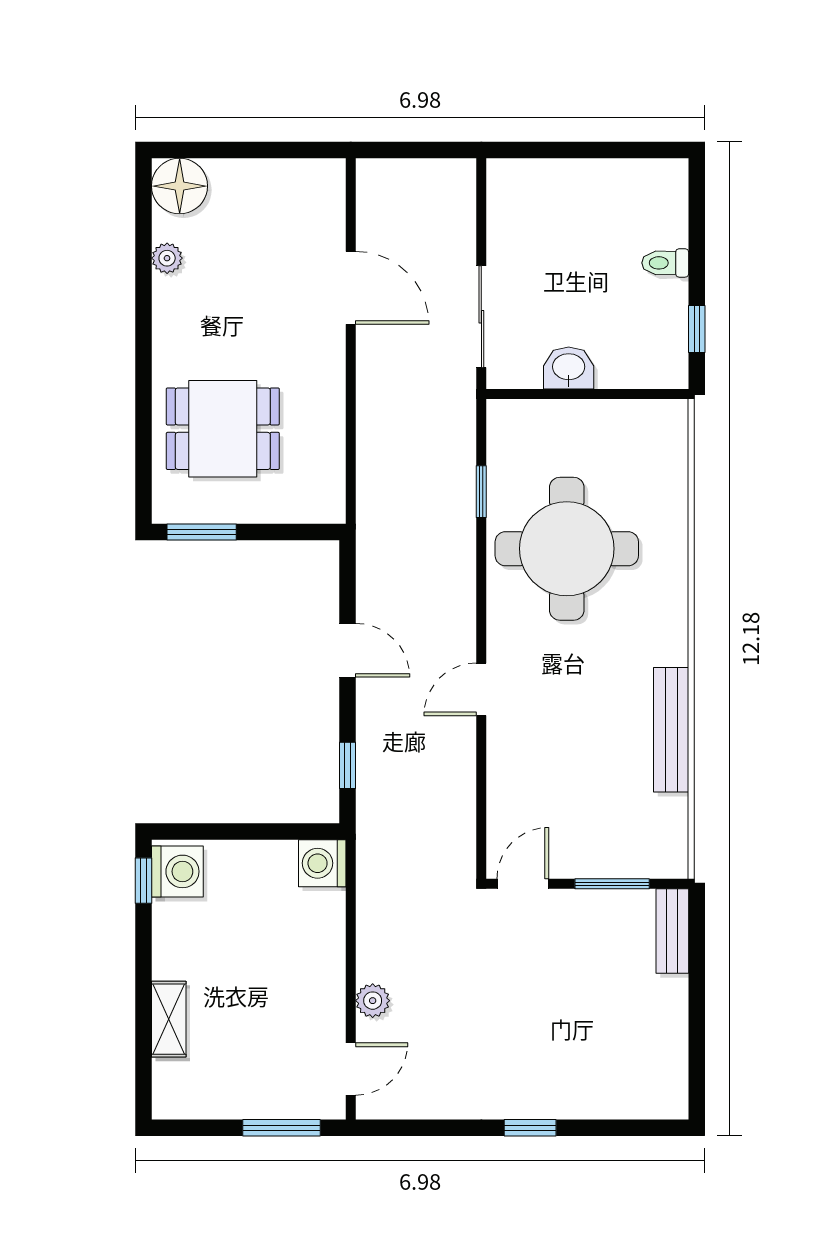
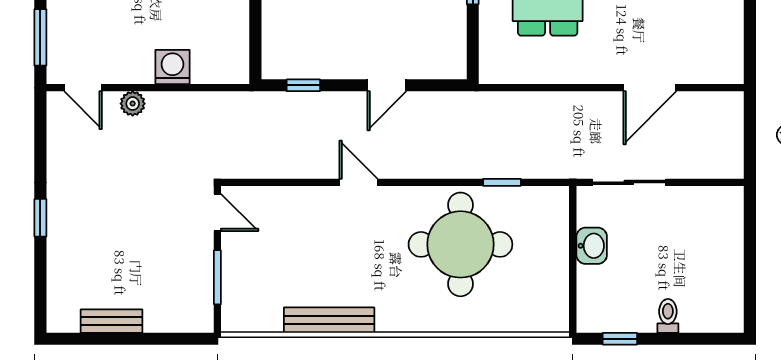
washing machine: (322, 863) -> (172, 67), moved
bench: (672, 931) -> (111, 321), moved

